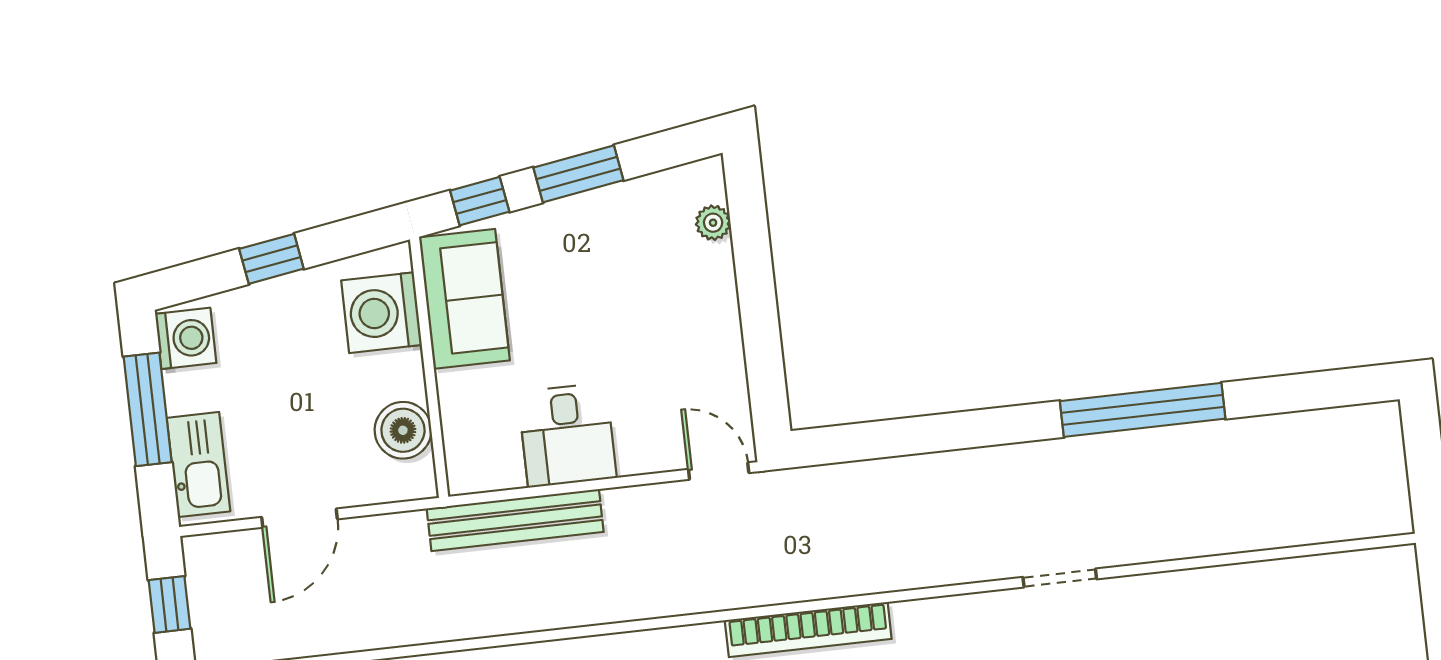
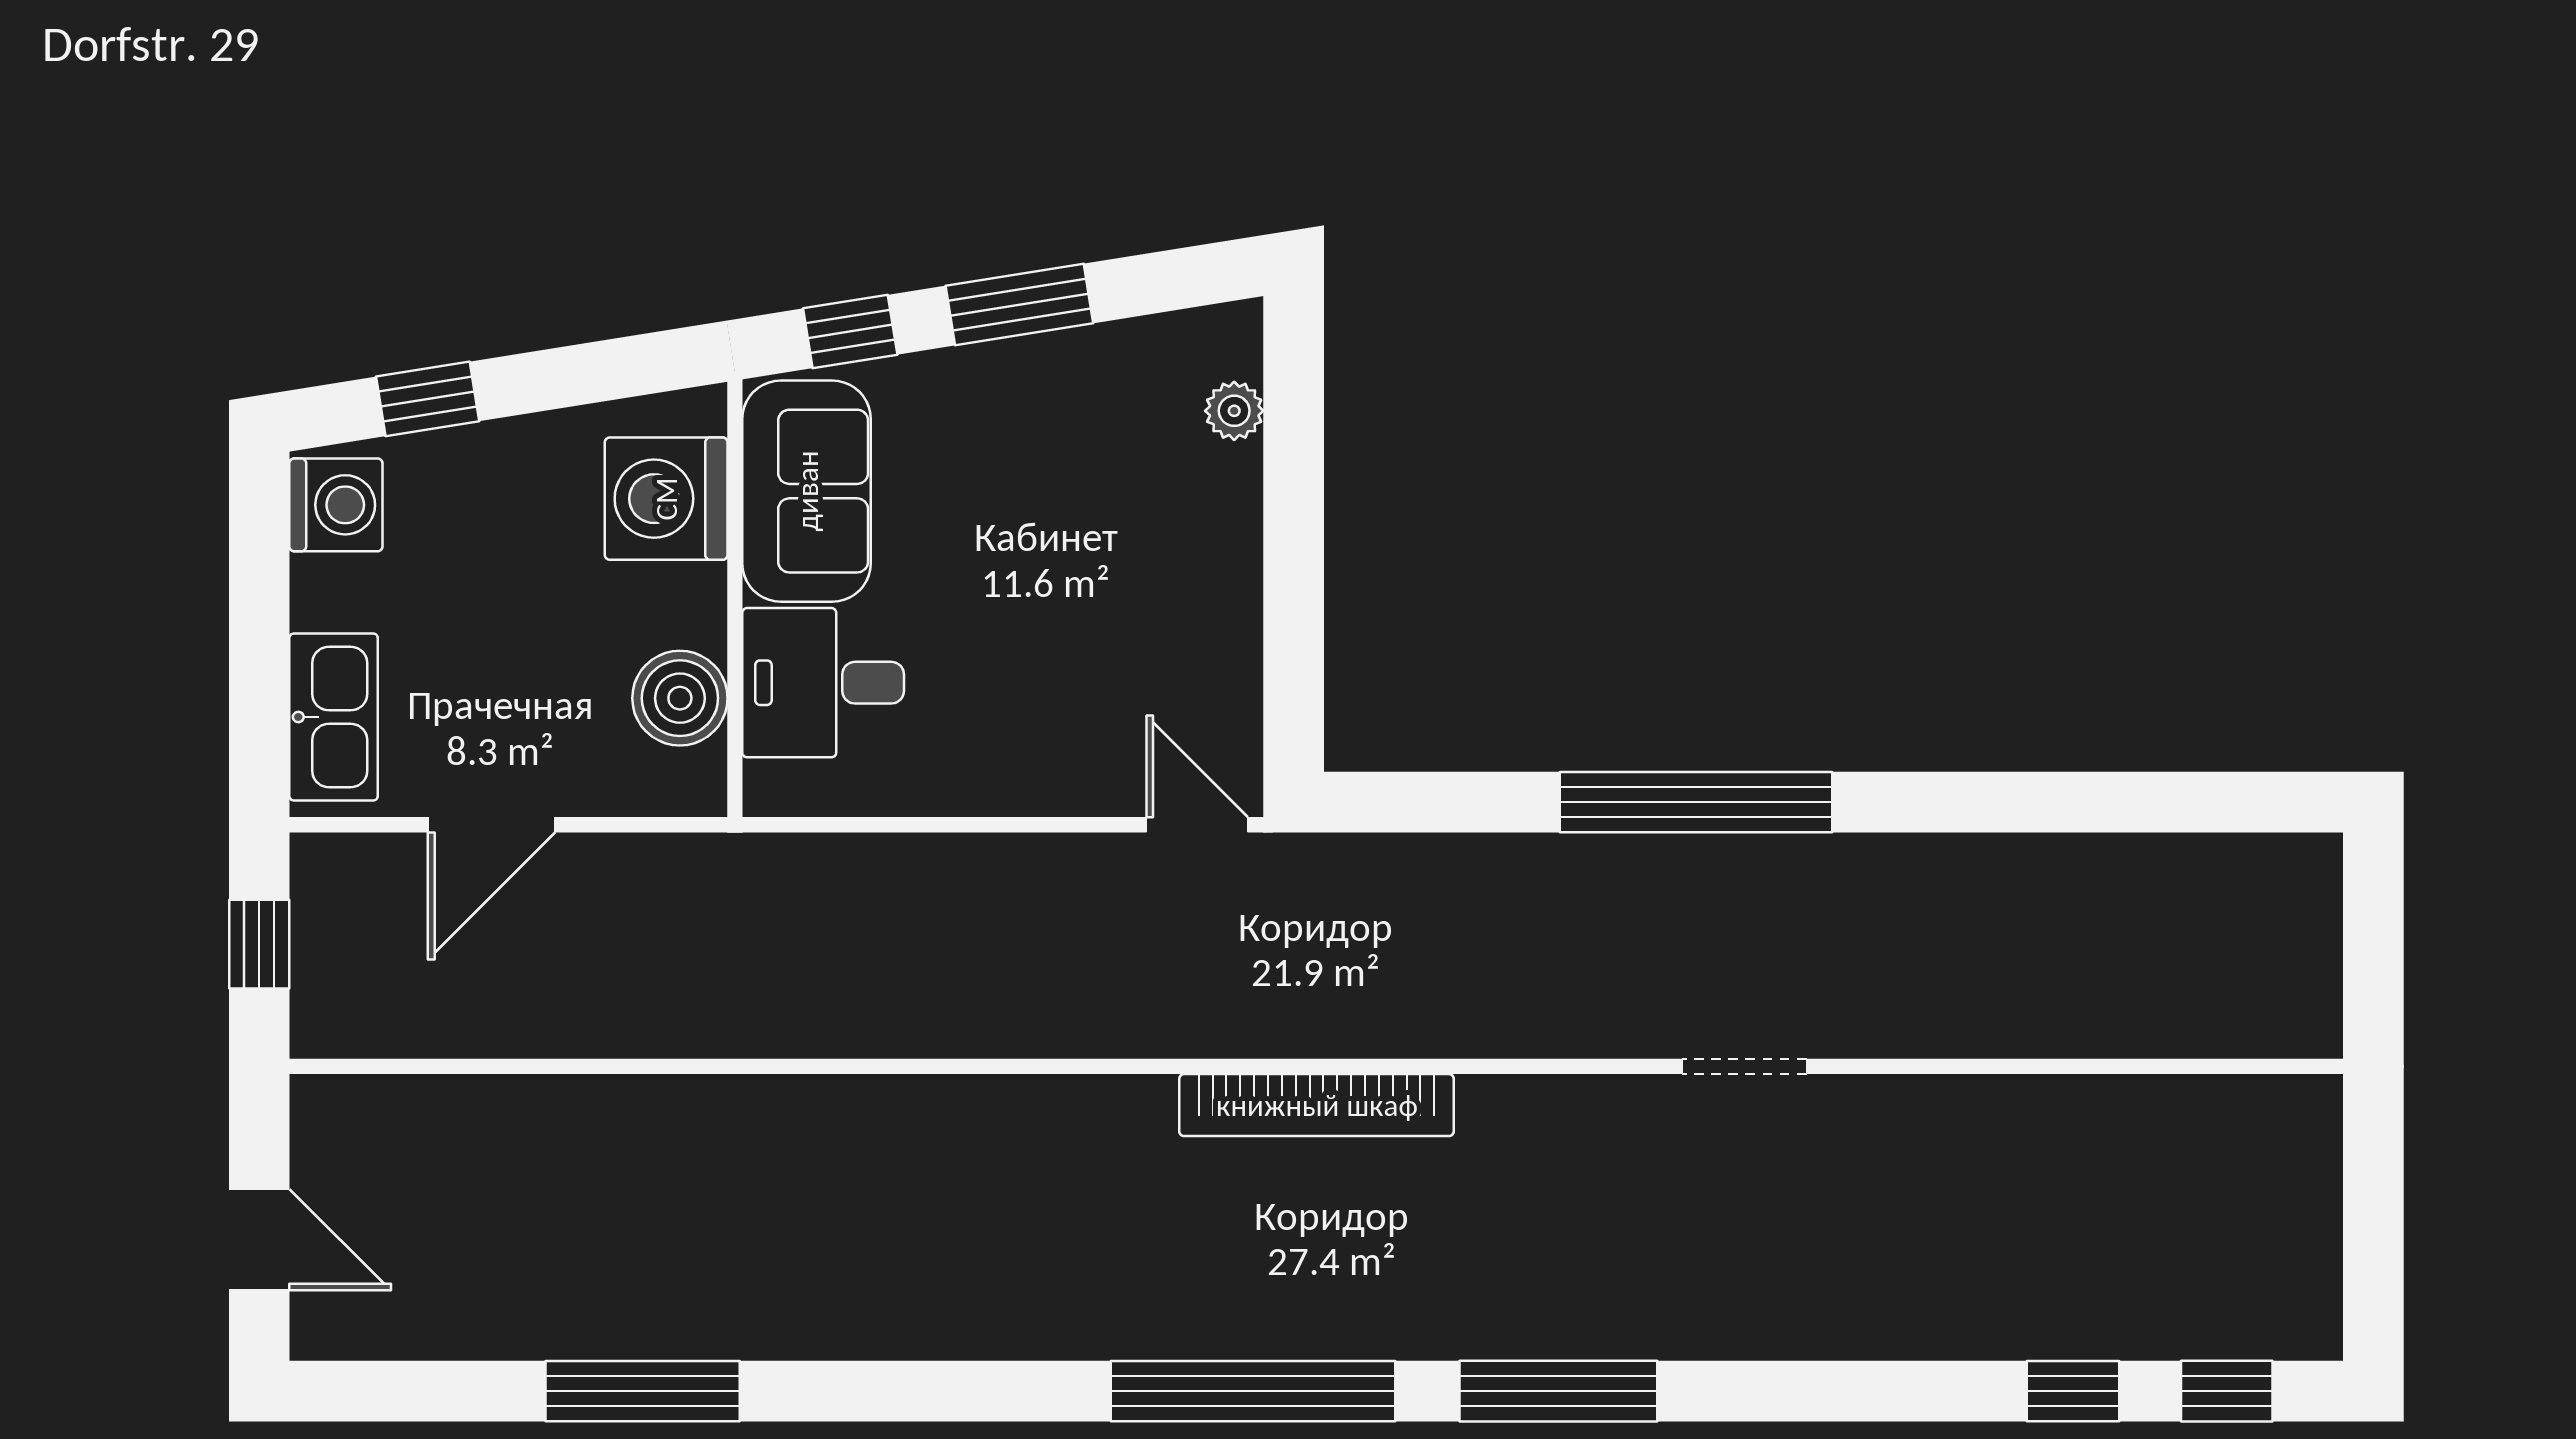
window: (271, 259) -> (428, 399), moved
window: (148, 409) -> (259, 616), removed
window: (1143, 410) -> (1696, 802), moved
desk: (567, 435) -> (823, 683), moved, turned 90
bench: (515, 520) -> (850, 868), removed

